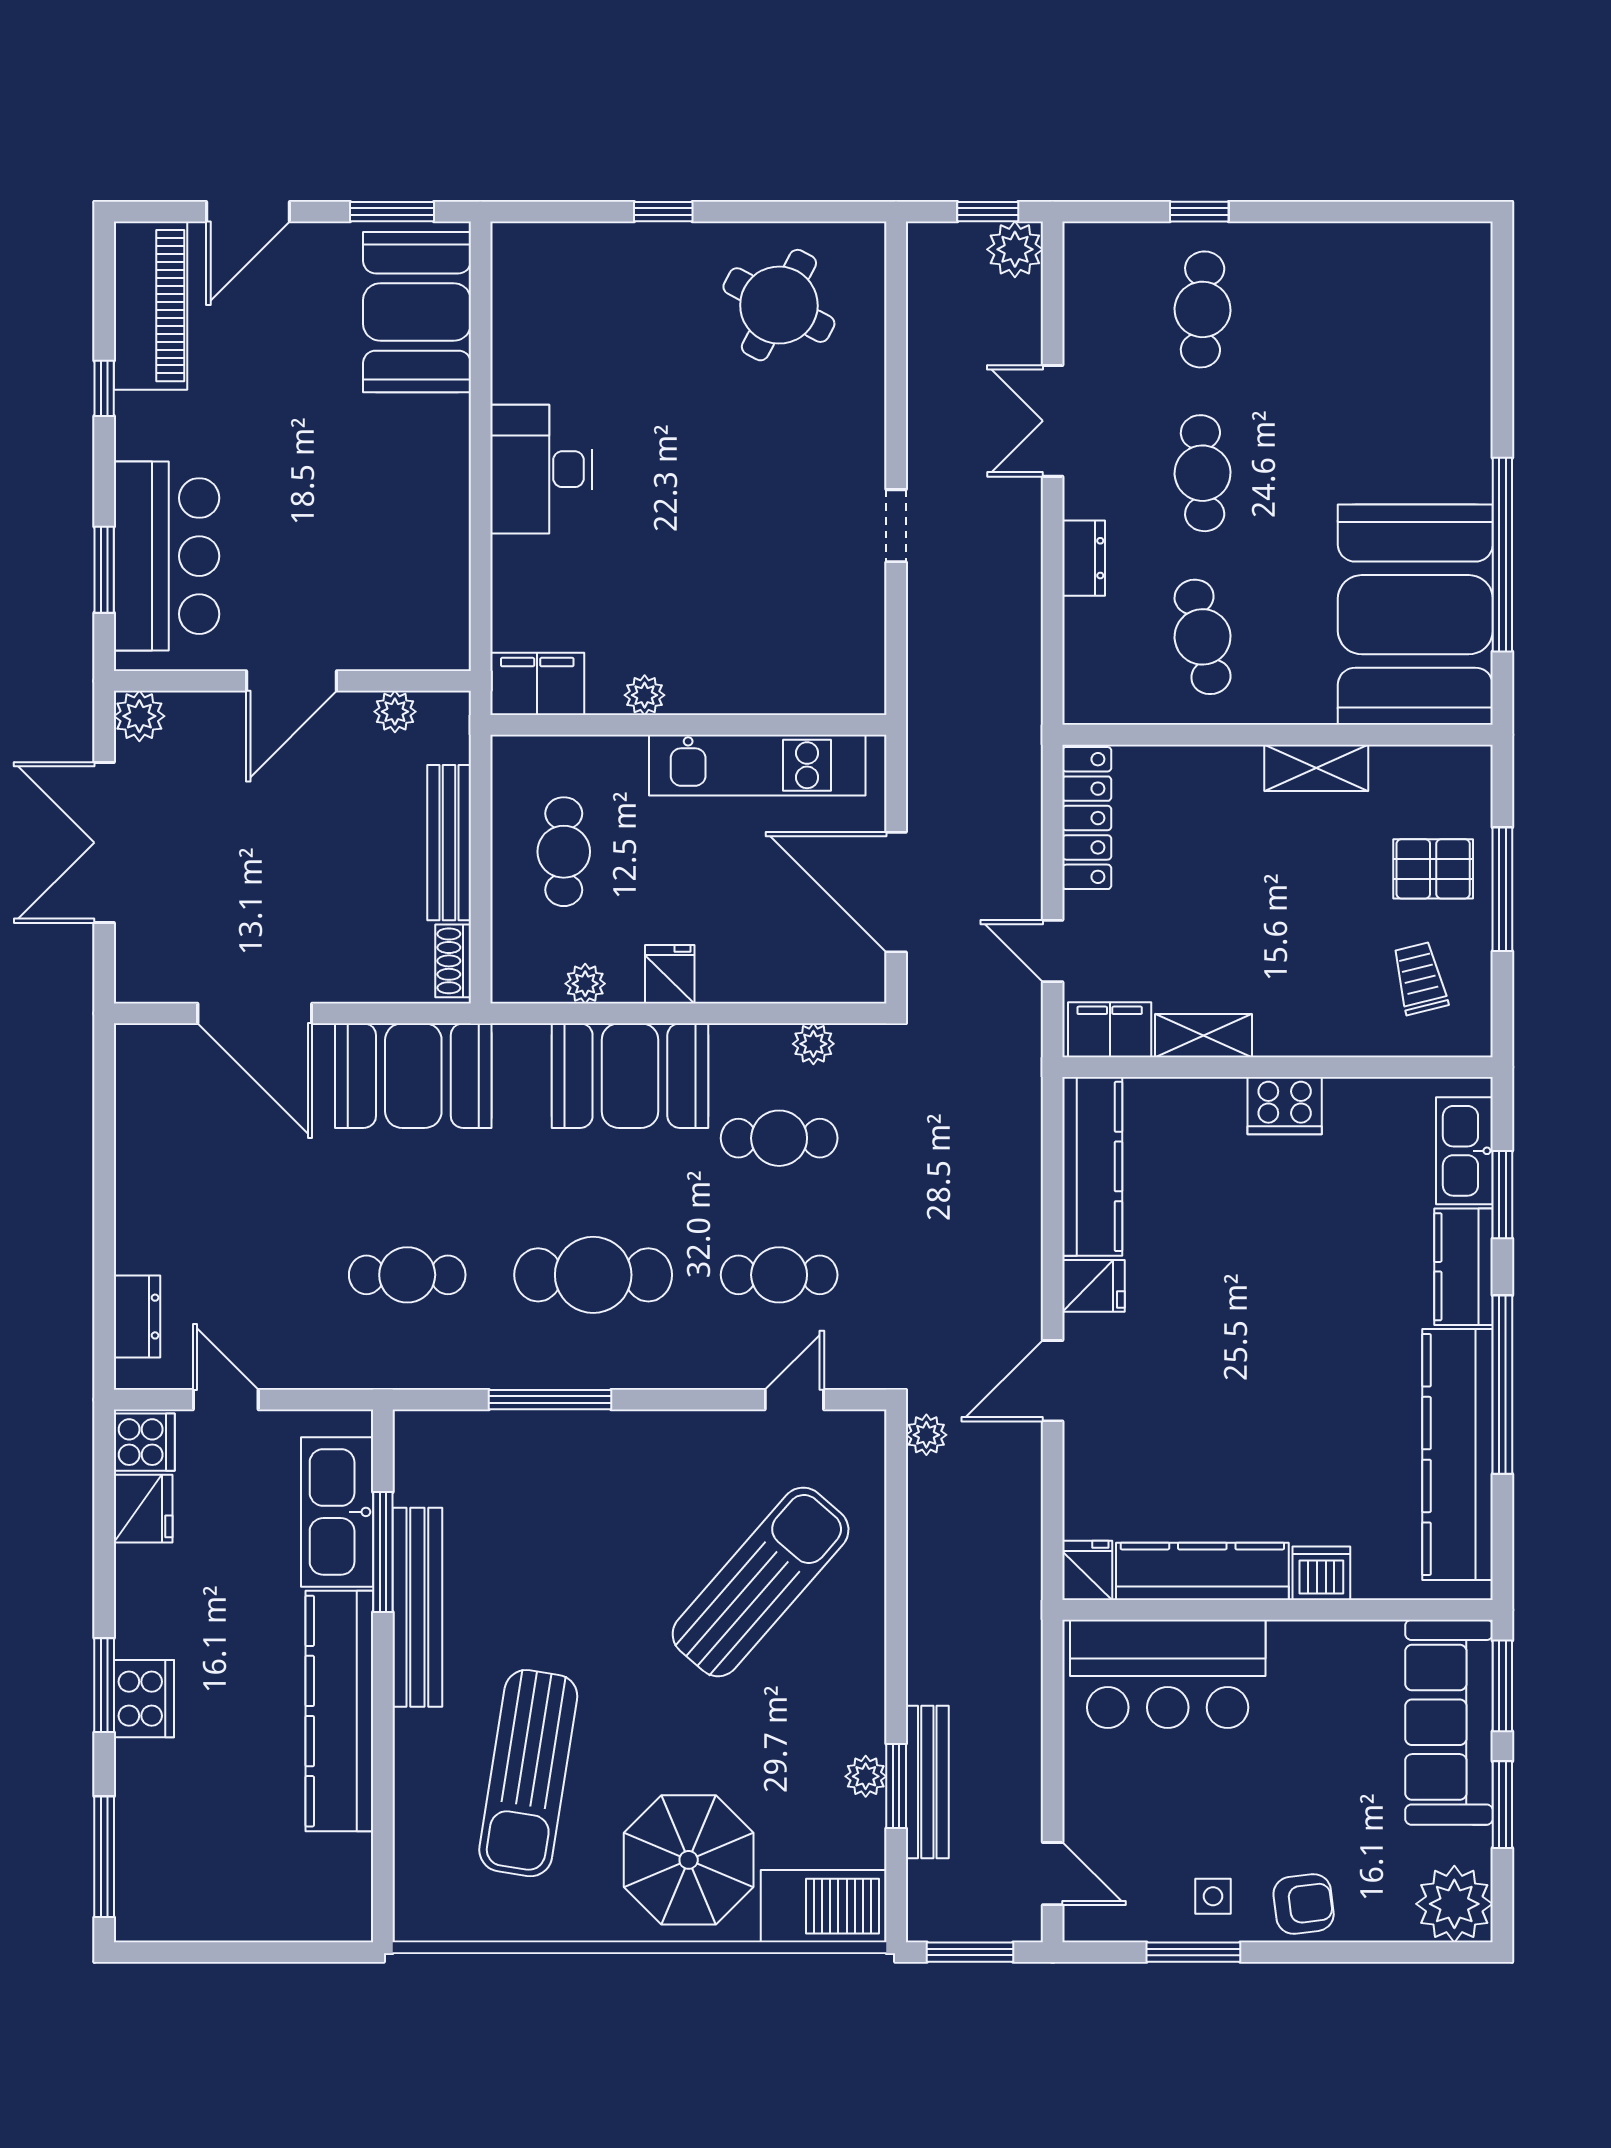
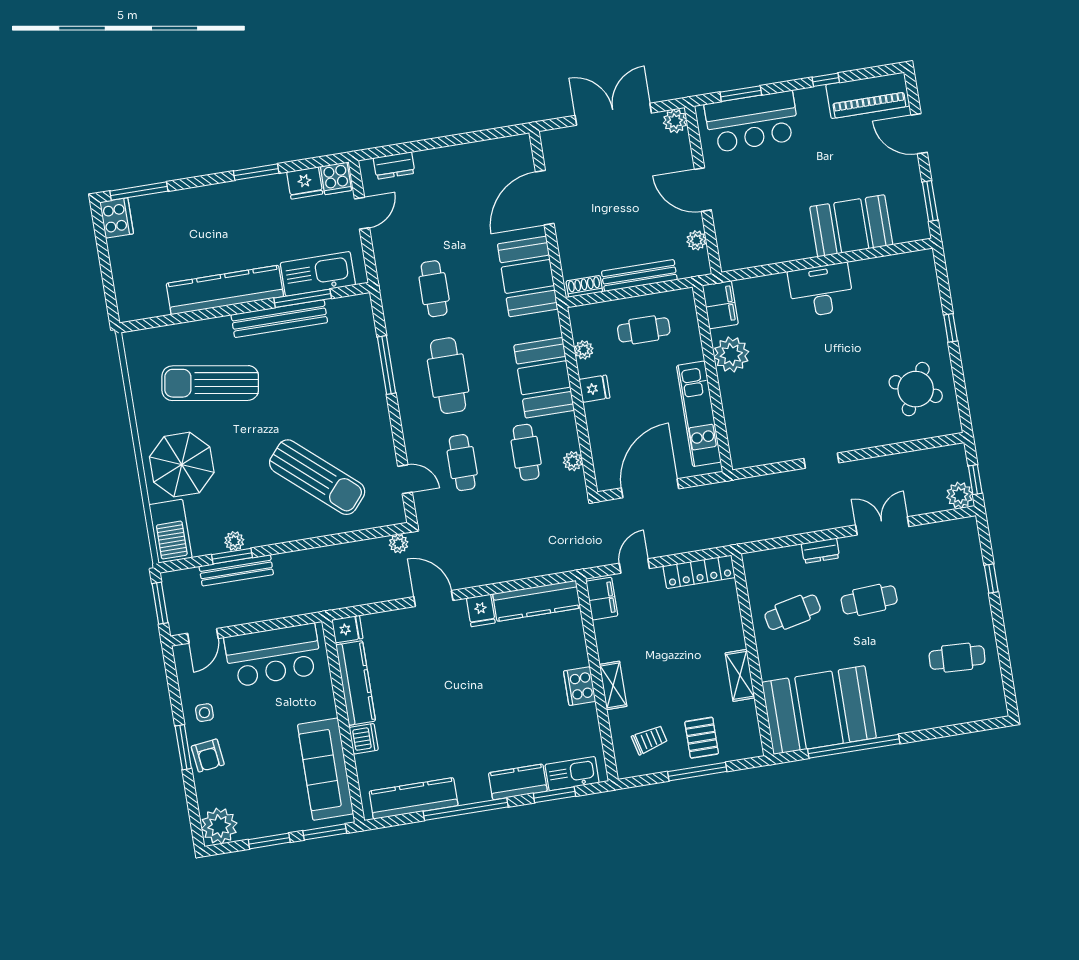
cafe table: (1203, 309) -> (957, 658), moved
booth: (417, 312) -> (851, 226), moved
plant: (645, 695) -> (731, 354), width x1.87, depth x1.87
shelving: (1204, 1036) -> (613, 685), moved
kitchen counter: (1457, 1454) -> (414, 798), width x0.72, depth x0.86
bar counter: (1168, 1674) -> (273, 655), moved, turned -90
window: (104, 1685) -> (256, 172), moved
cooker: (144, 1699) -> (117, 218), moved, turned -90
sofa: (1449, 1722) -> (325, 769), moved, turned -90
window: (1193, 1952) -> (183, 747), moved

